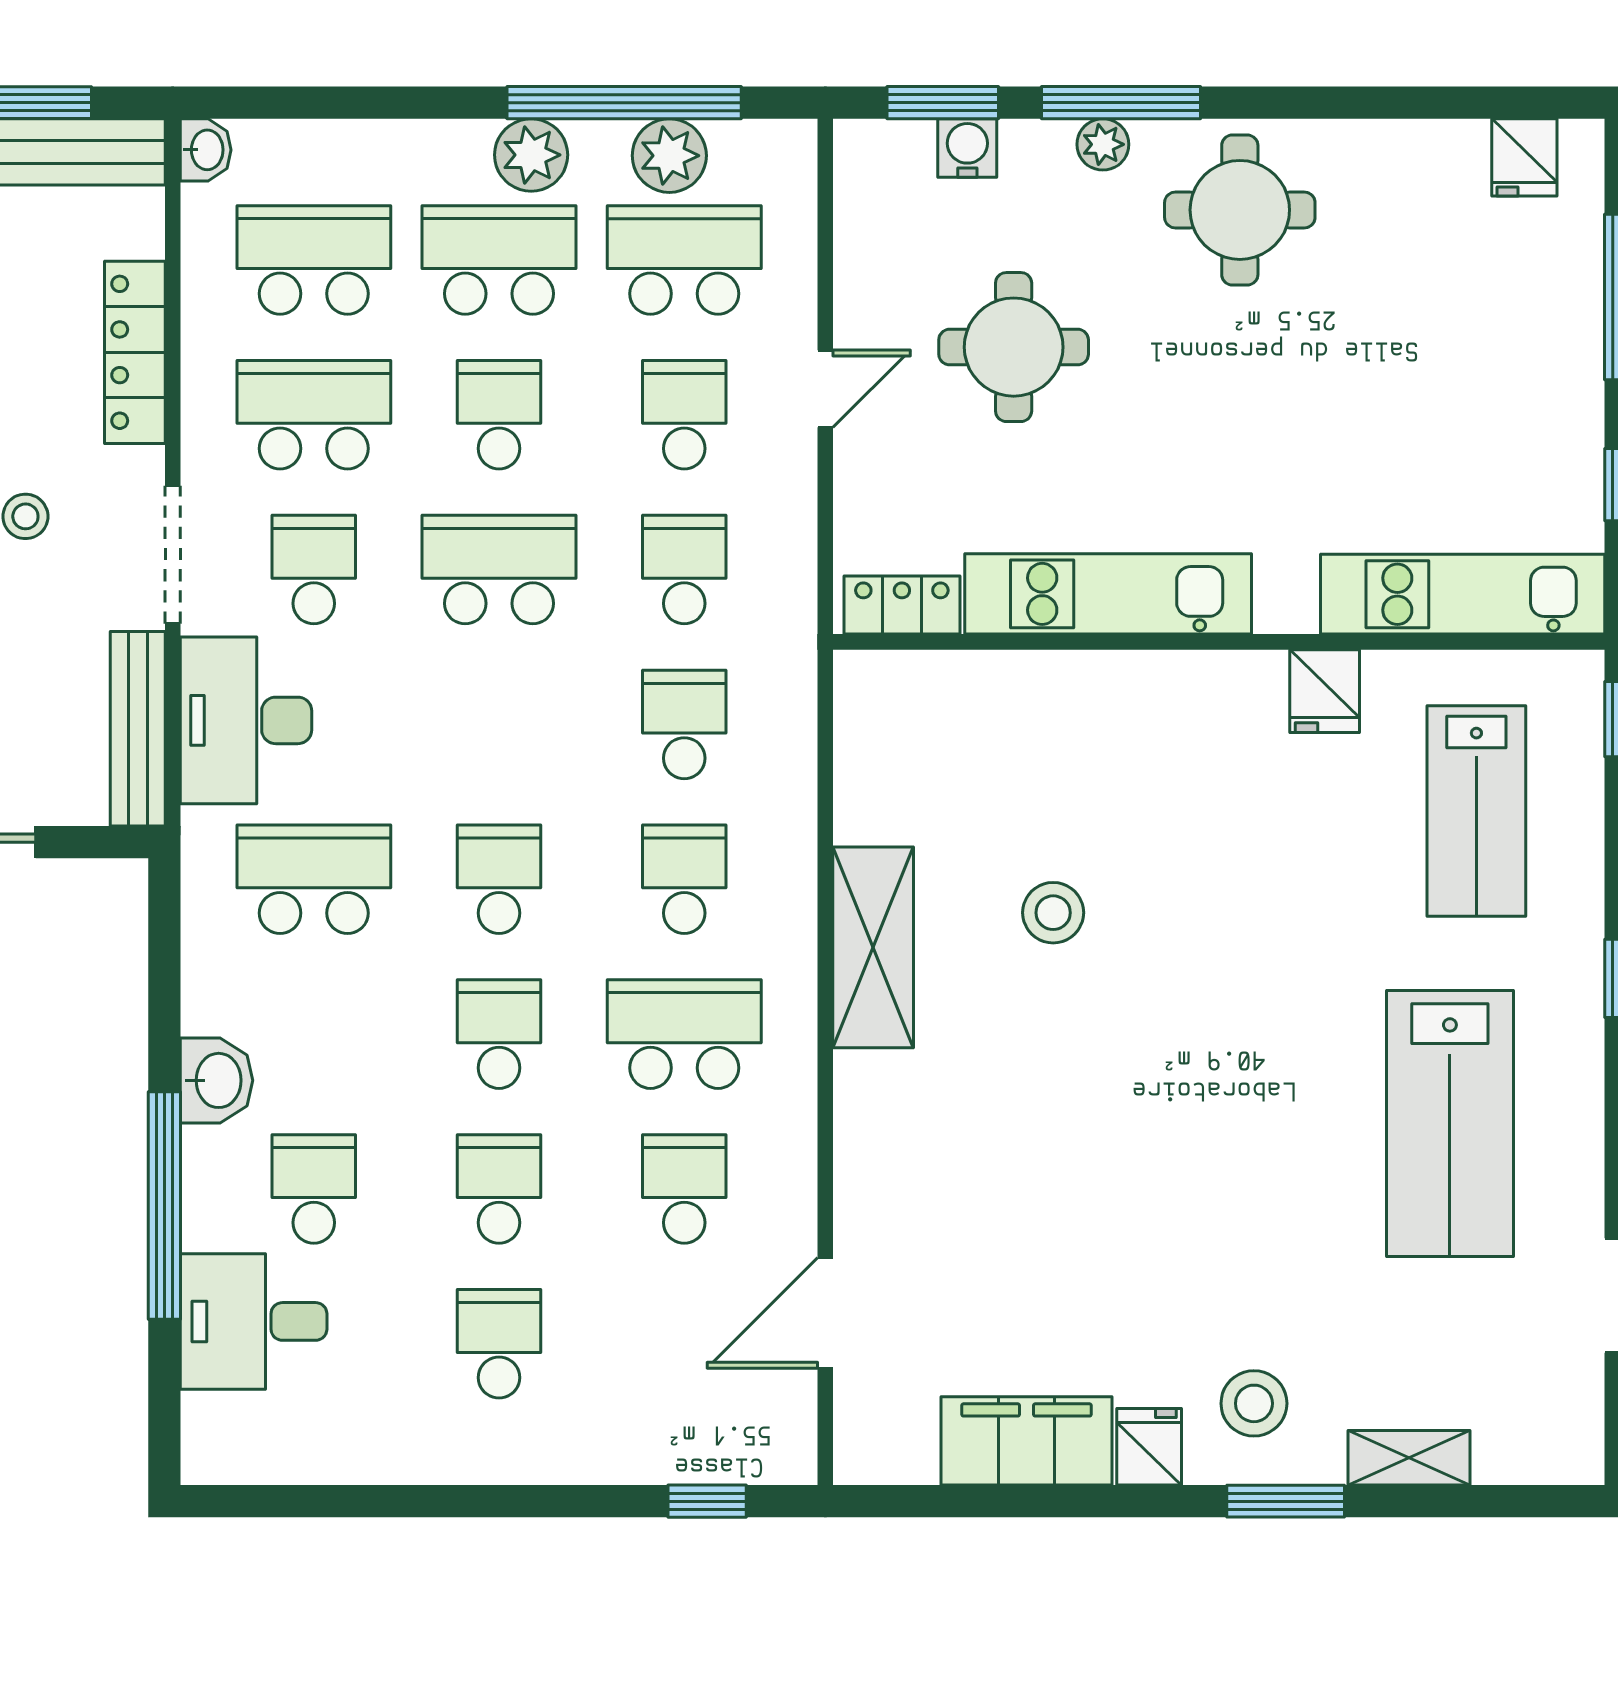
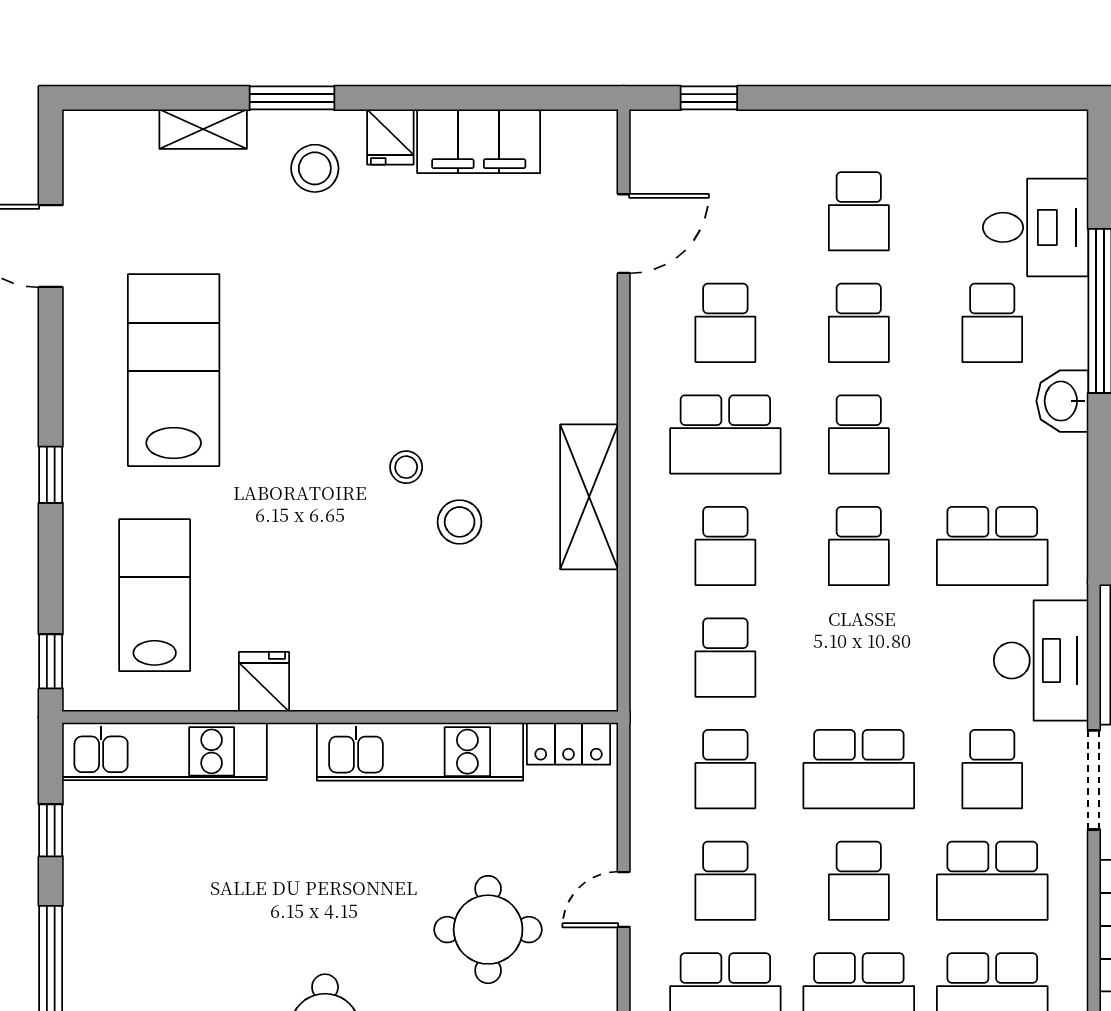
stool: (1127, 989) -> (406, 467), added

